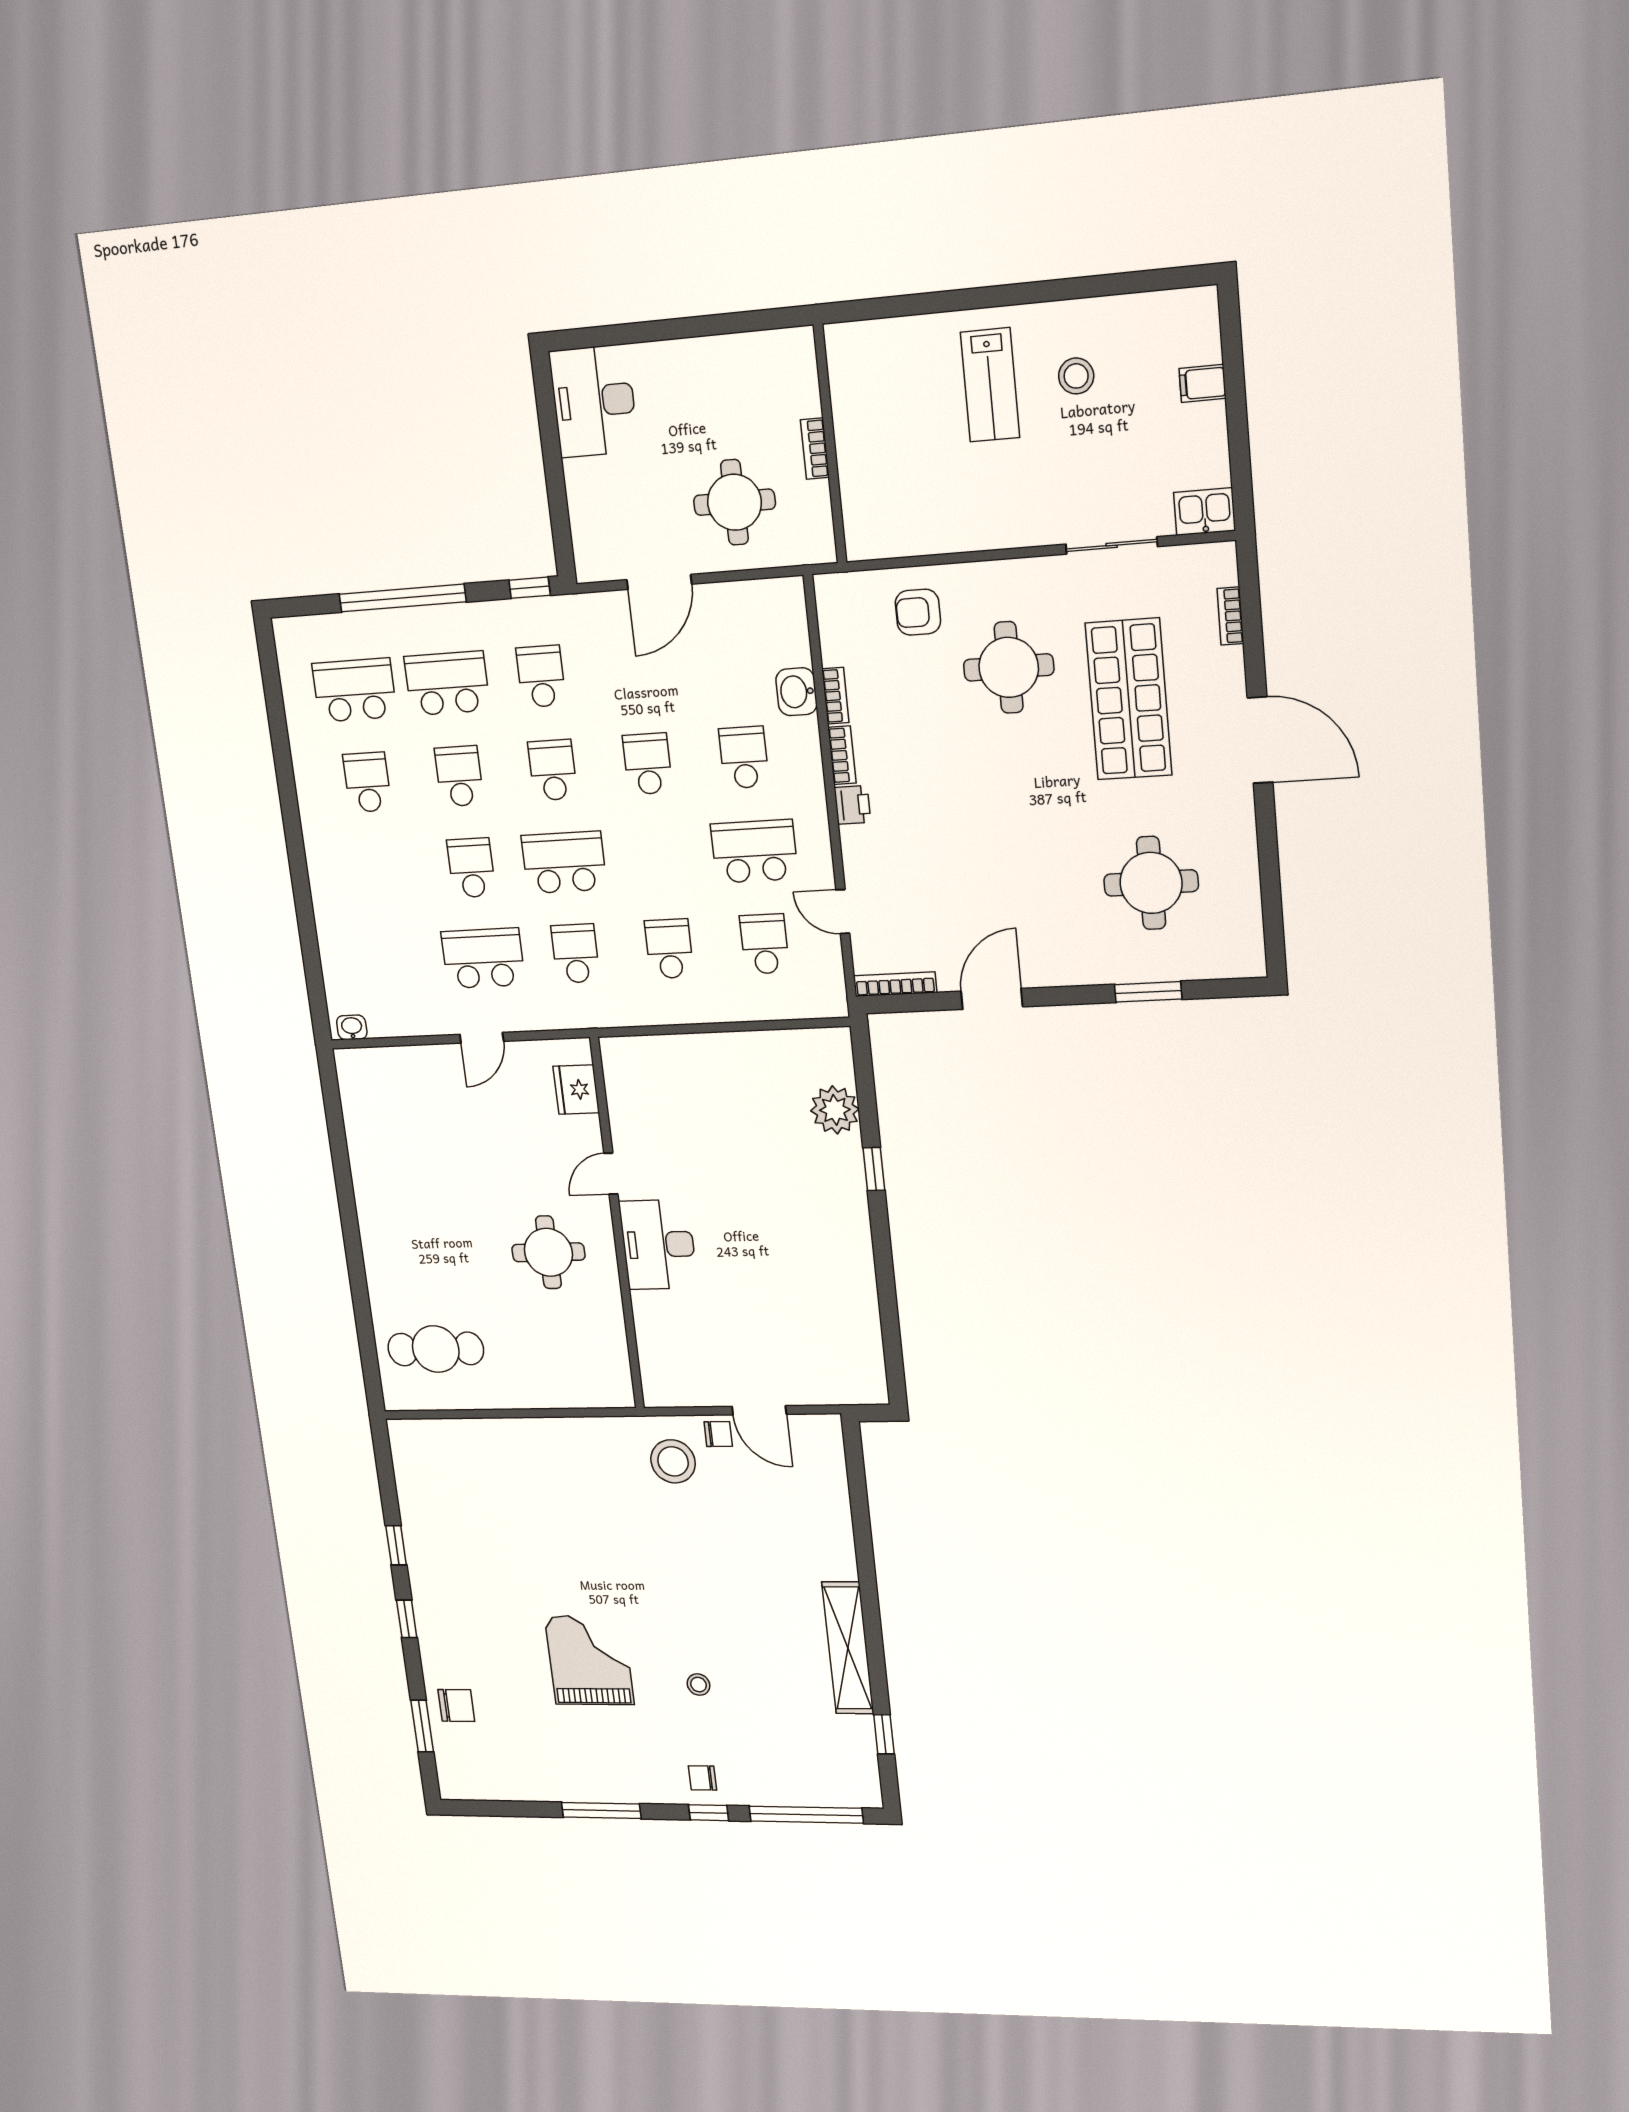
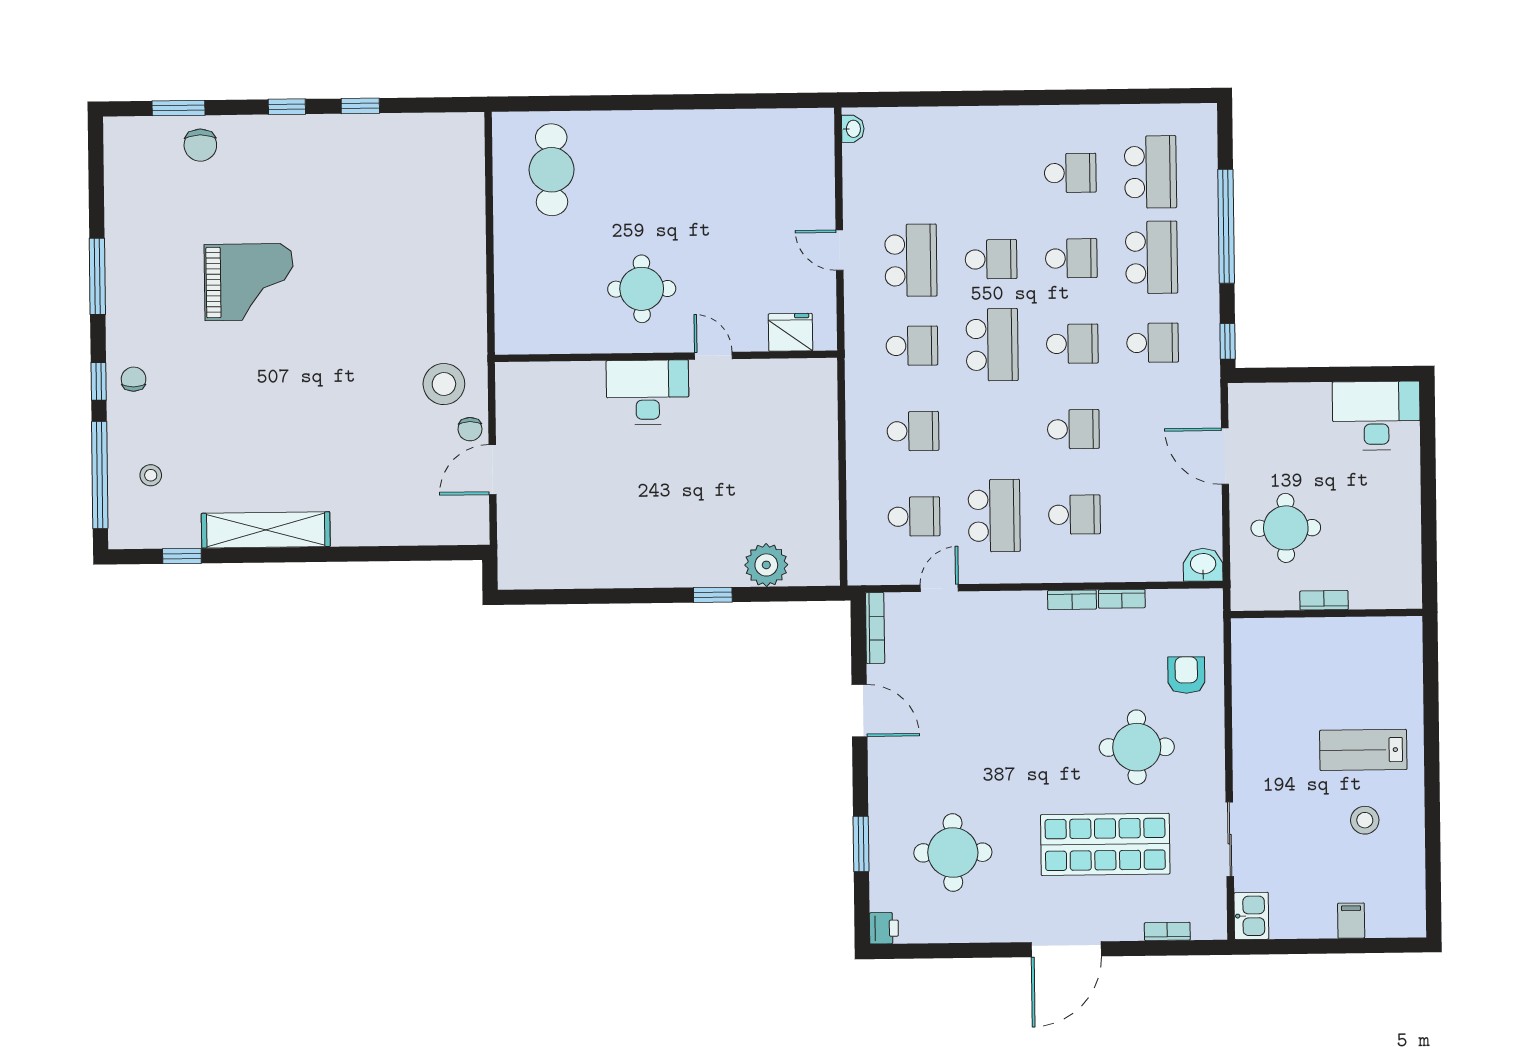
washbasin: (796, 692) -> (1203, 565), moved
printer: (852, 805) -> (884, 928), moved, turned -90
stool: (698, 1685) -> (151, 475), moved

